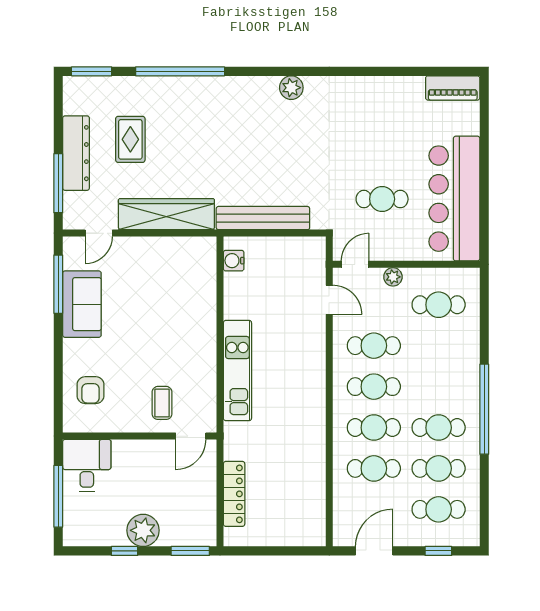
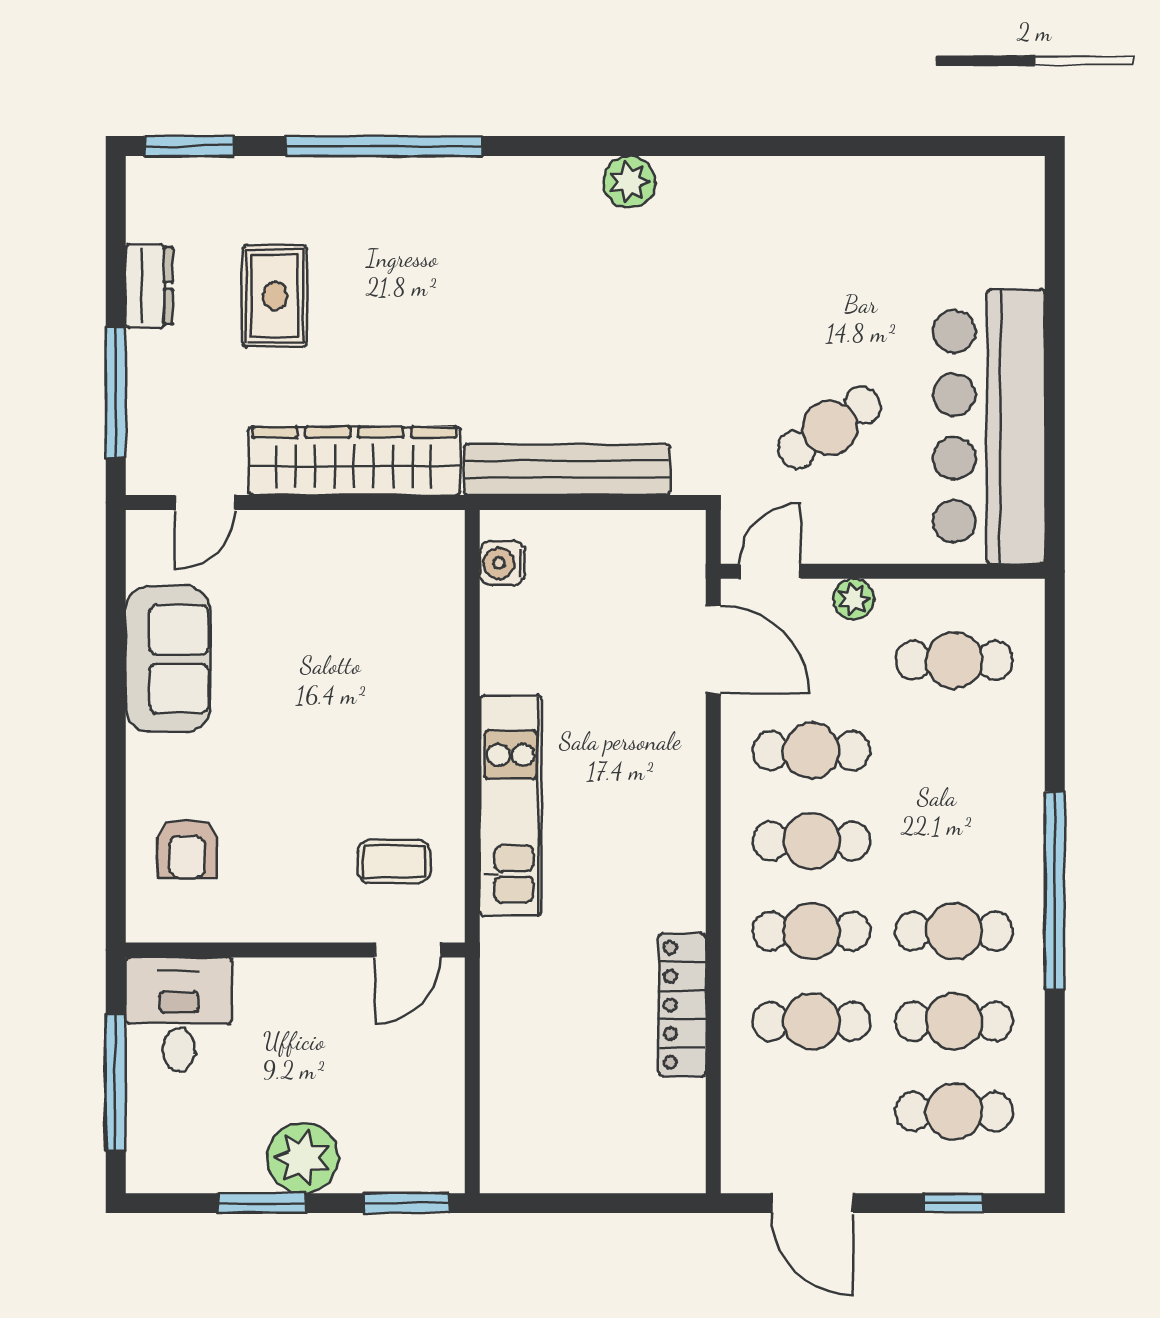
piano: (453, 88) -> (985, 183), removed
dresser: (76, 153) -> (149, 286), width x0.51, depth x0.80
cafe table: (382, 199) -> (830, 427), turned -34
window: (58, 284) -> (116, 615), removed
door: (329, 300) -> (713, 650), width x1.38
coffee table: (162, 403) -> (394, 862), moved, turned 90
locker: (234, 494) -> (682, 1005), moved, turned 180
window: (125, 551) -> (262, 1203), width x1.50
door: (374, 551) -> (812, 1203), swing flipped

